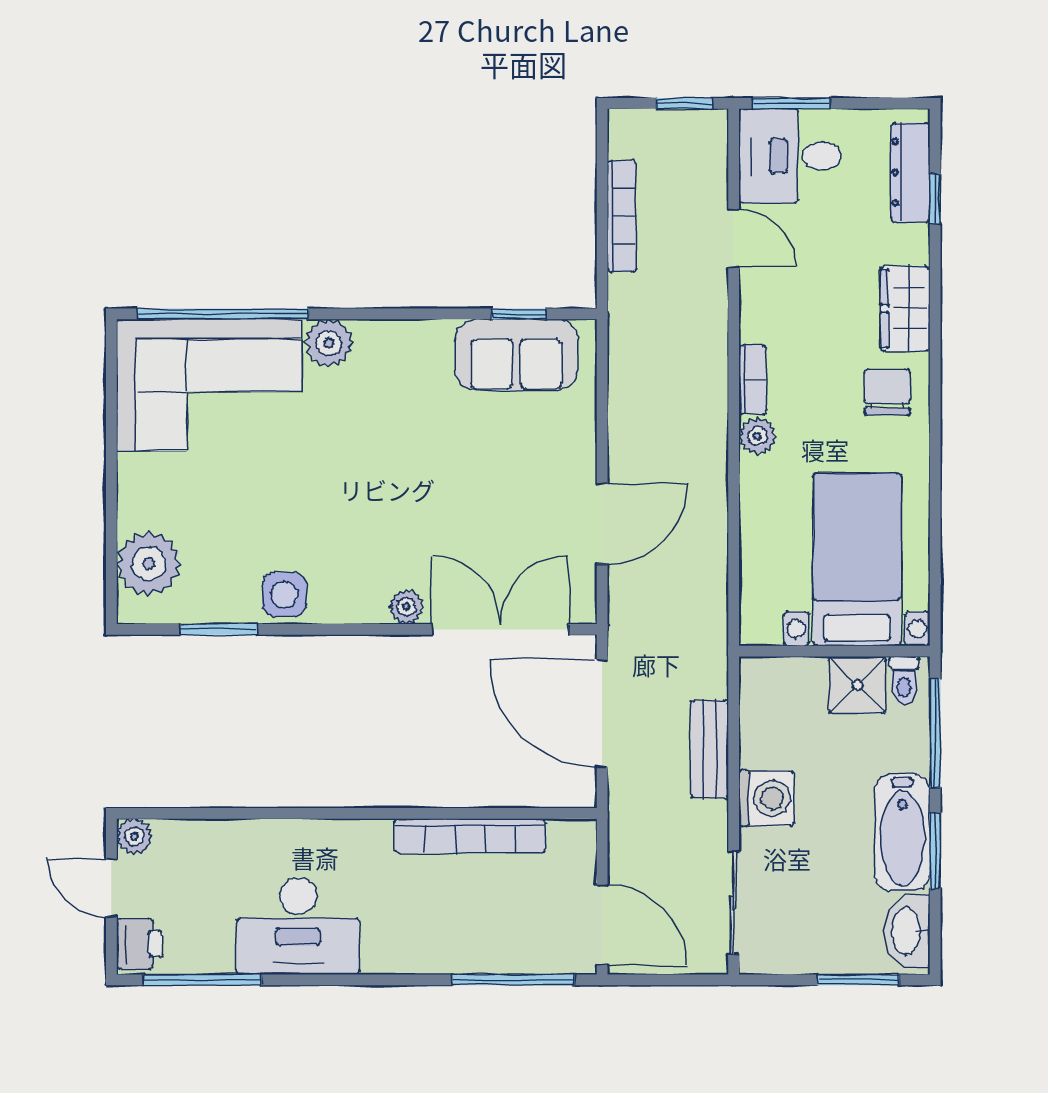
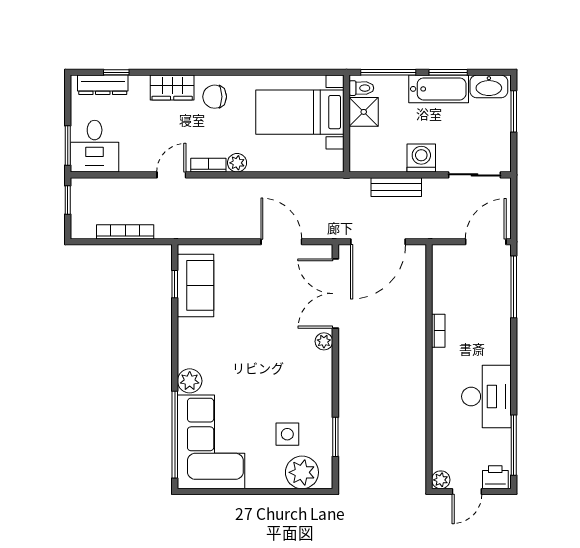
door: (734, 238) -> (171, 175), moved
side table: (284, 595) -> (287, 434), moved
bookcase: (470, 836) -> (438, 331), width x0.43, depth x0.76

